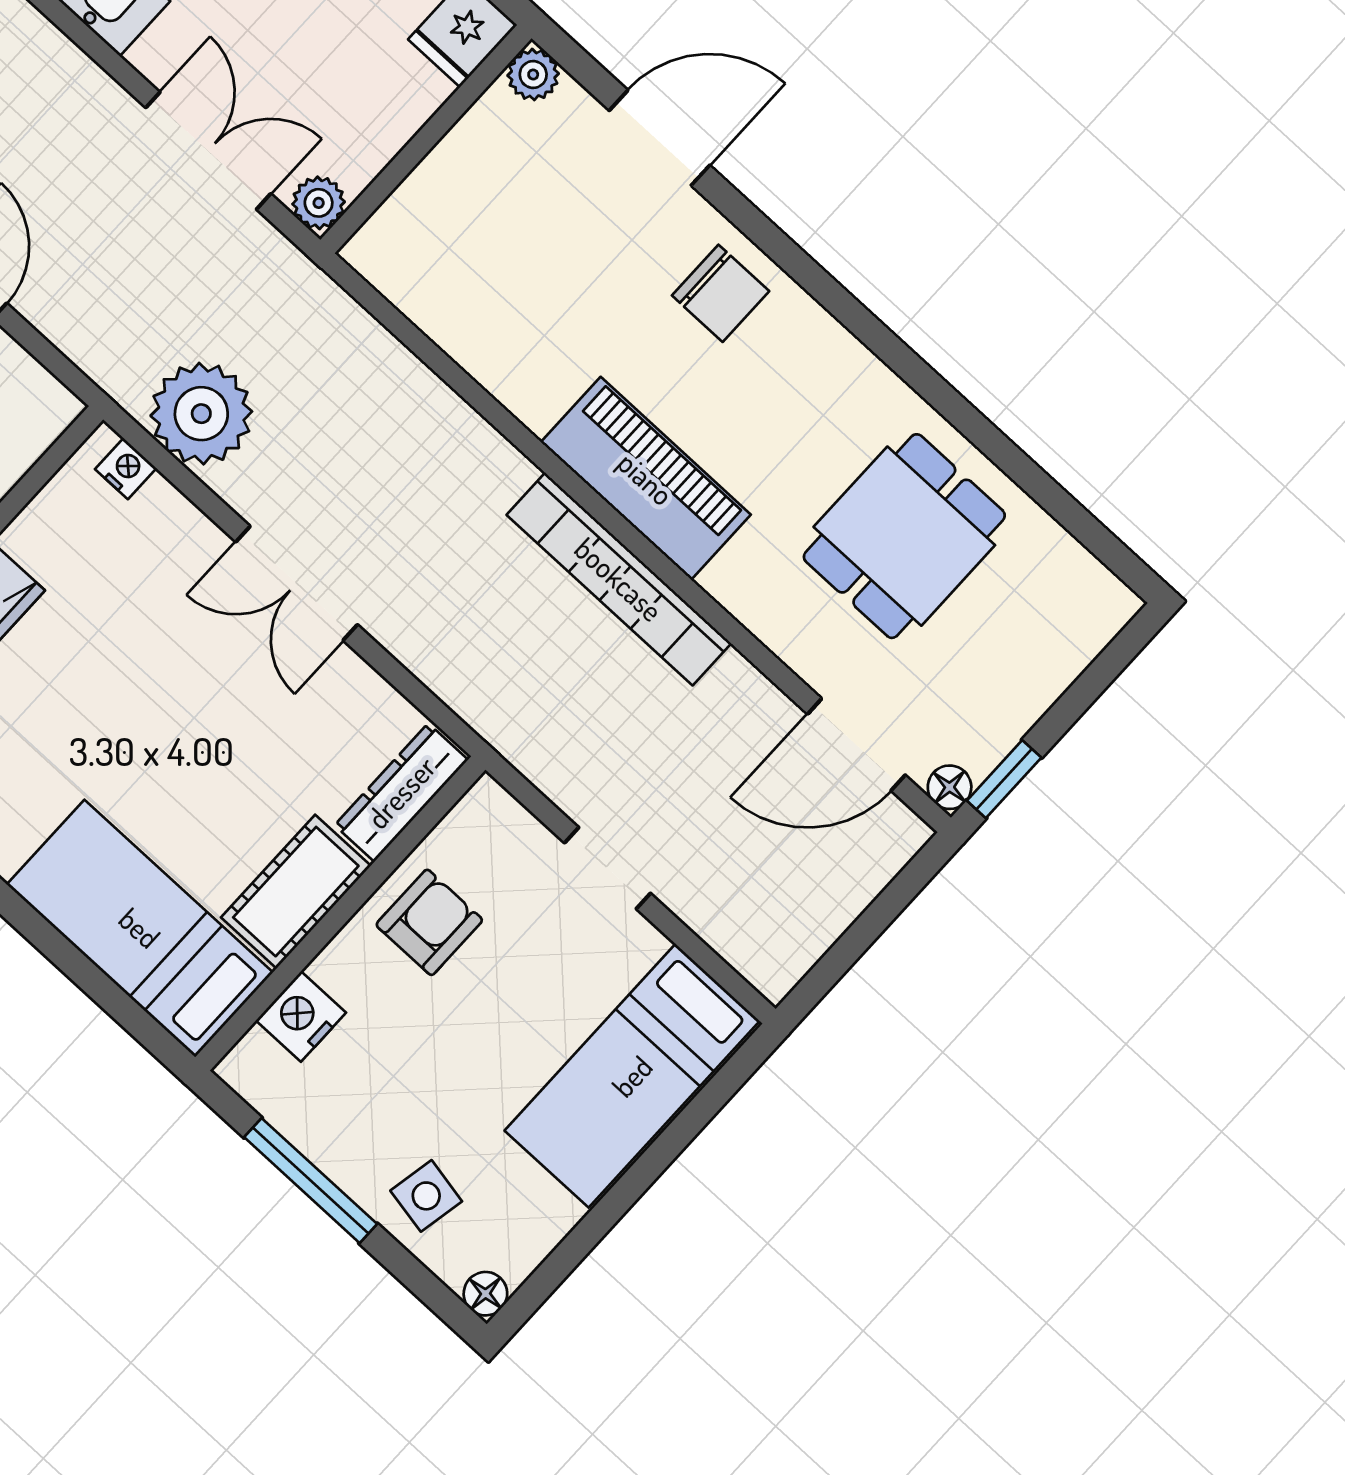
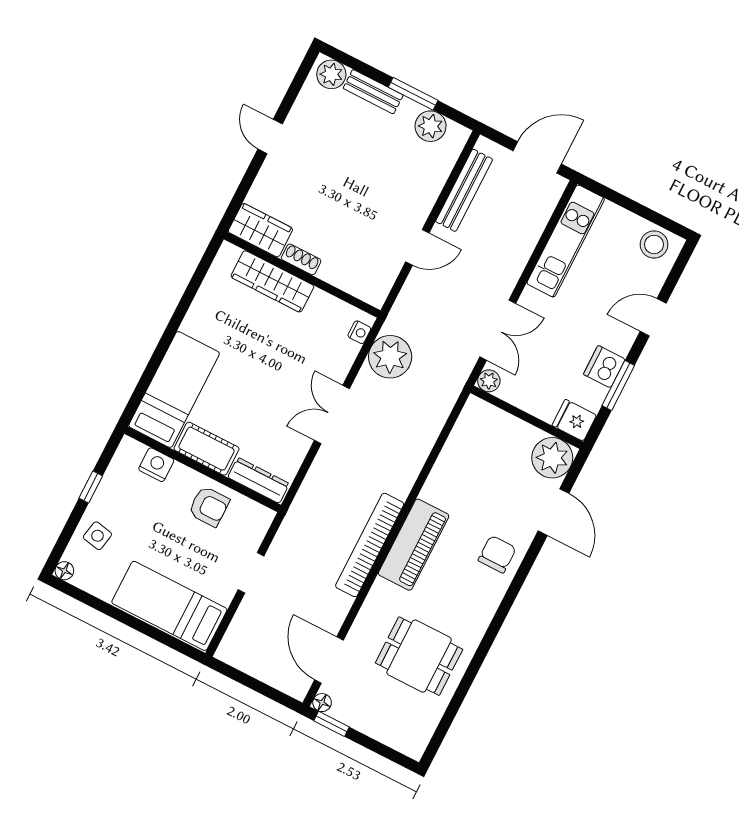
plant: (533, 75) -> (552, 458), width x1.87, depth x1.87
chair: (721, 293) -> (497, 554), turned 180
window: (311, 1181) -> (91, 487), width x0.46

